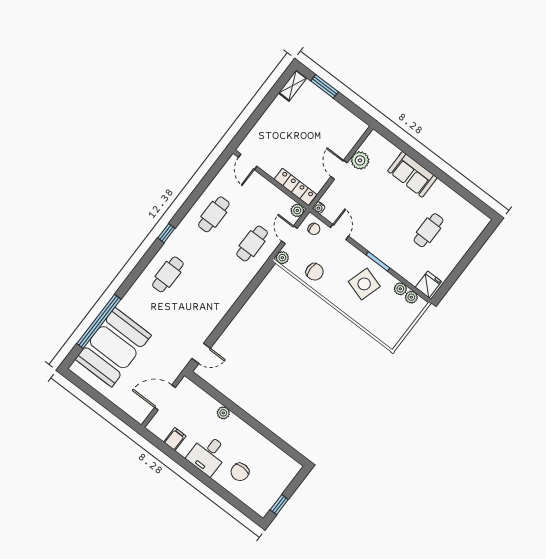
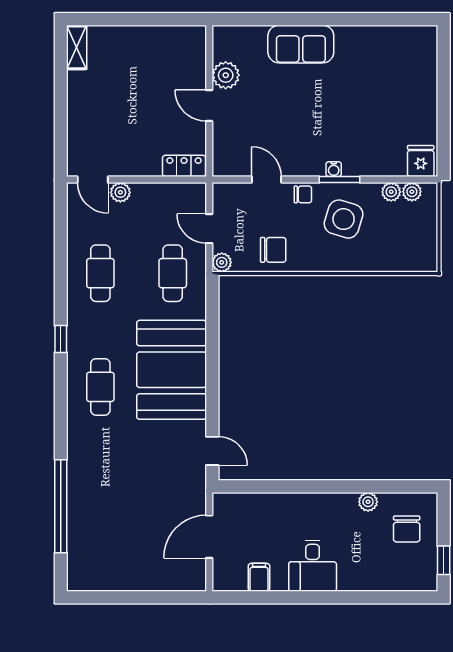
window: (325, 86) -> (116, 19), removed
locker: (295, 187) -> (184, 166), width x0.66
water cooler: (319, 208) -> (334, 169), moved
plant: (297, 210) -> (120, 192), moved
chair: (314, 229) -> (303, 194), moved
cafe table: (429, 230) -> (371, 96), removed
booth: (113, 347) -> (172, 370), moved
door: (201, 353) -> (212, 451), hinge flipped
plant: (223, 413) -> (368, 502), moved
chair: (240, 472) -> (407, 529), moved

